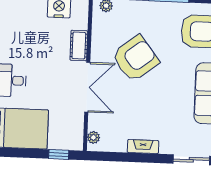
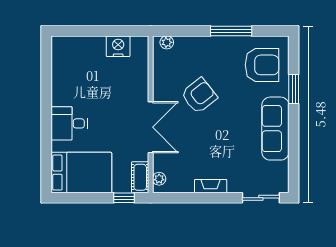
cot: (79, 45) -> (140, 177), moved
armchair: (135, 58) -> (199, 96), width x0.73, depth x0.73

